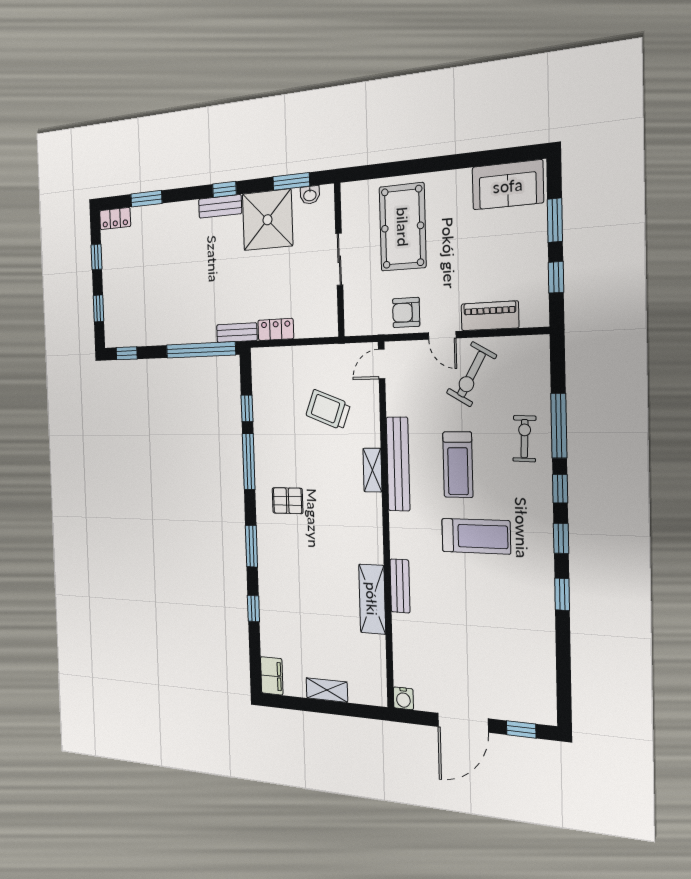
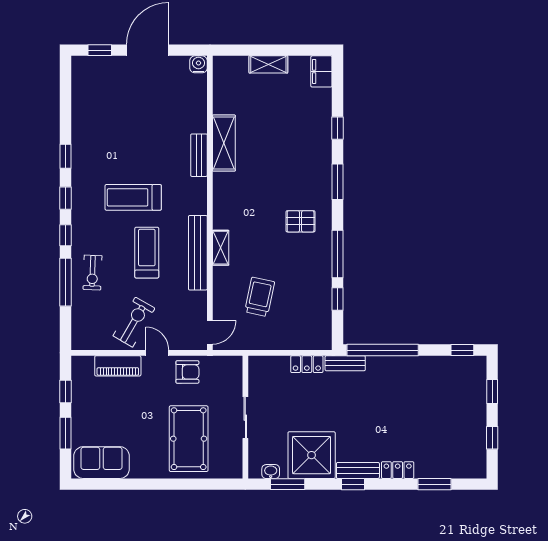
locker: (115, 219) -> (398, 470), moved
trolley: (328, 410) -> (260, 297), turned -99

